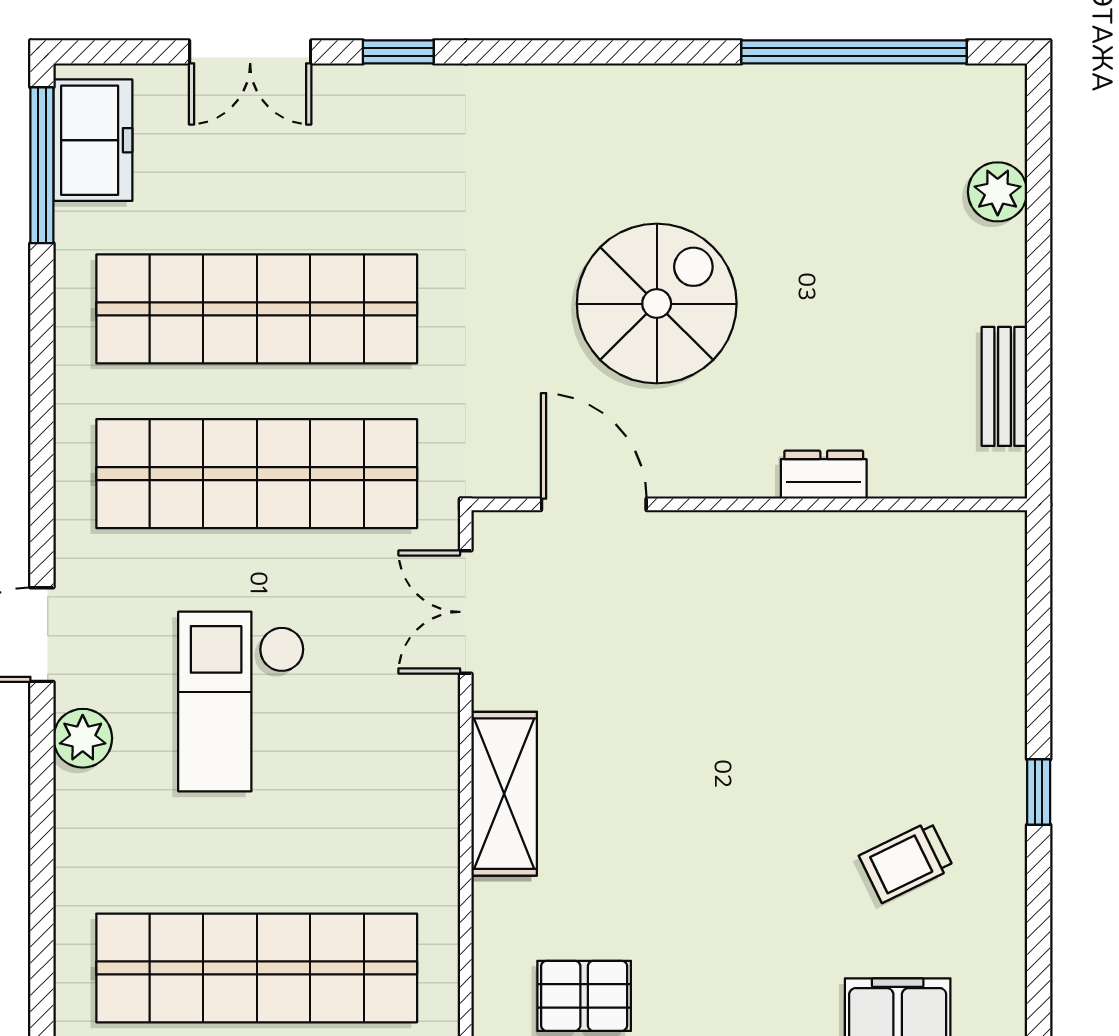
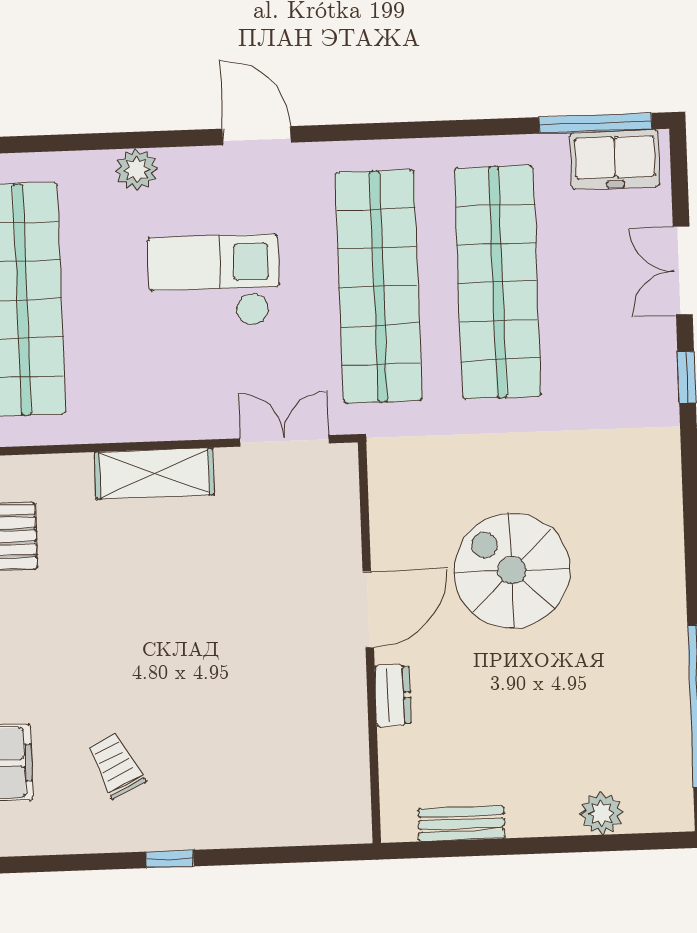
spiral stairs: (657, 304) -> (512, 570), turned 180
door: (594, 504) -> (368, 609), moved
plant: (83, 738) -> (137, 170), moved

